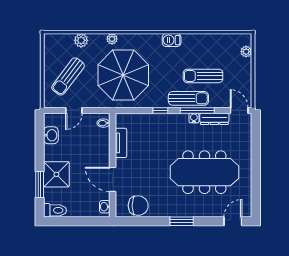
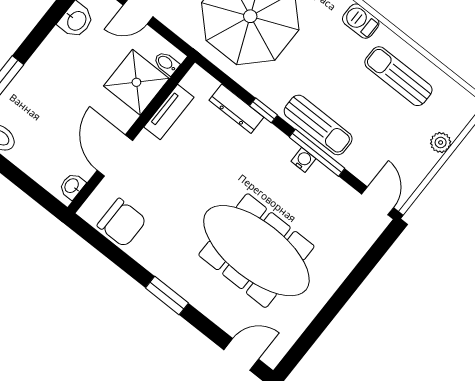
plant: (246, 52) -> (441, 142), moved
sun lounger: (203, 76) -> (398, 76), moved
dresser: (214, 119) -> (236, 109), moved
shower: (56, 174) -> (136, 82), moved

